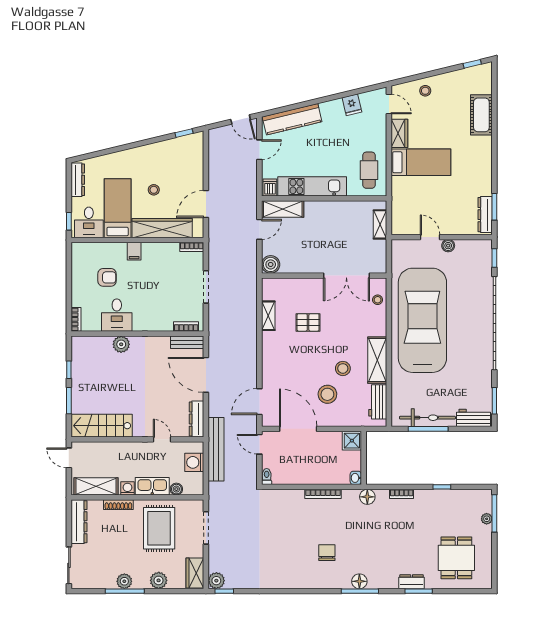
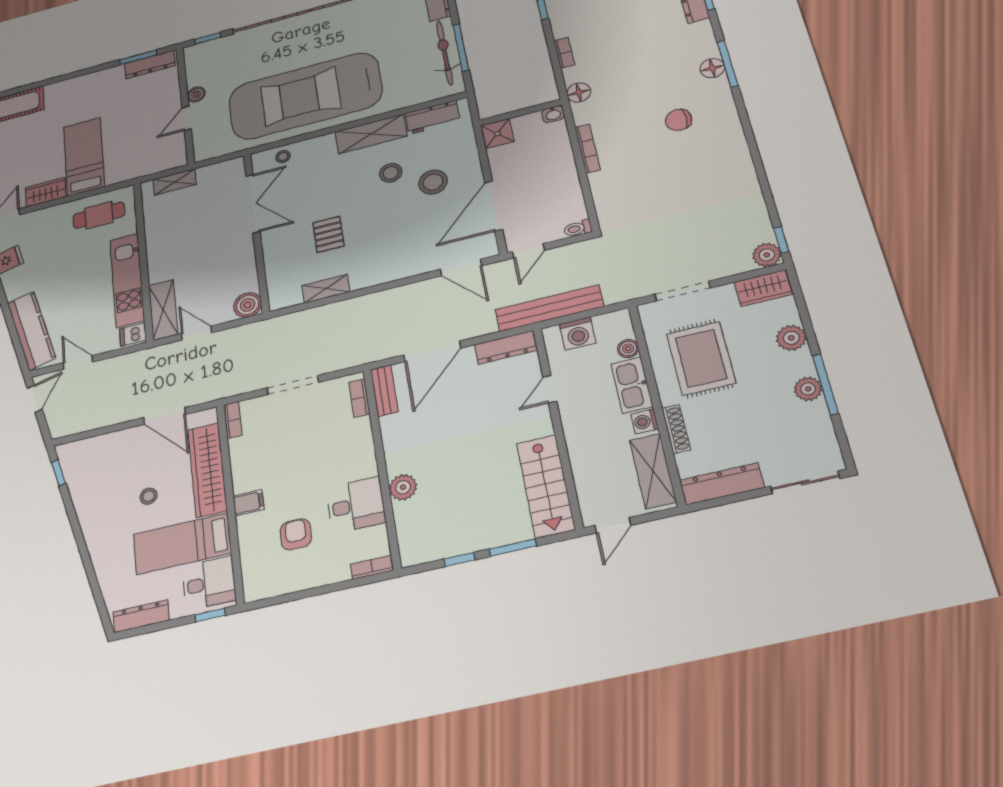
rug: (159, 528) -> (701, 358), turned 90

